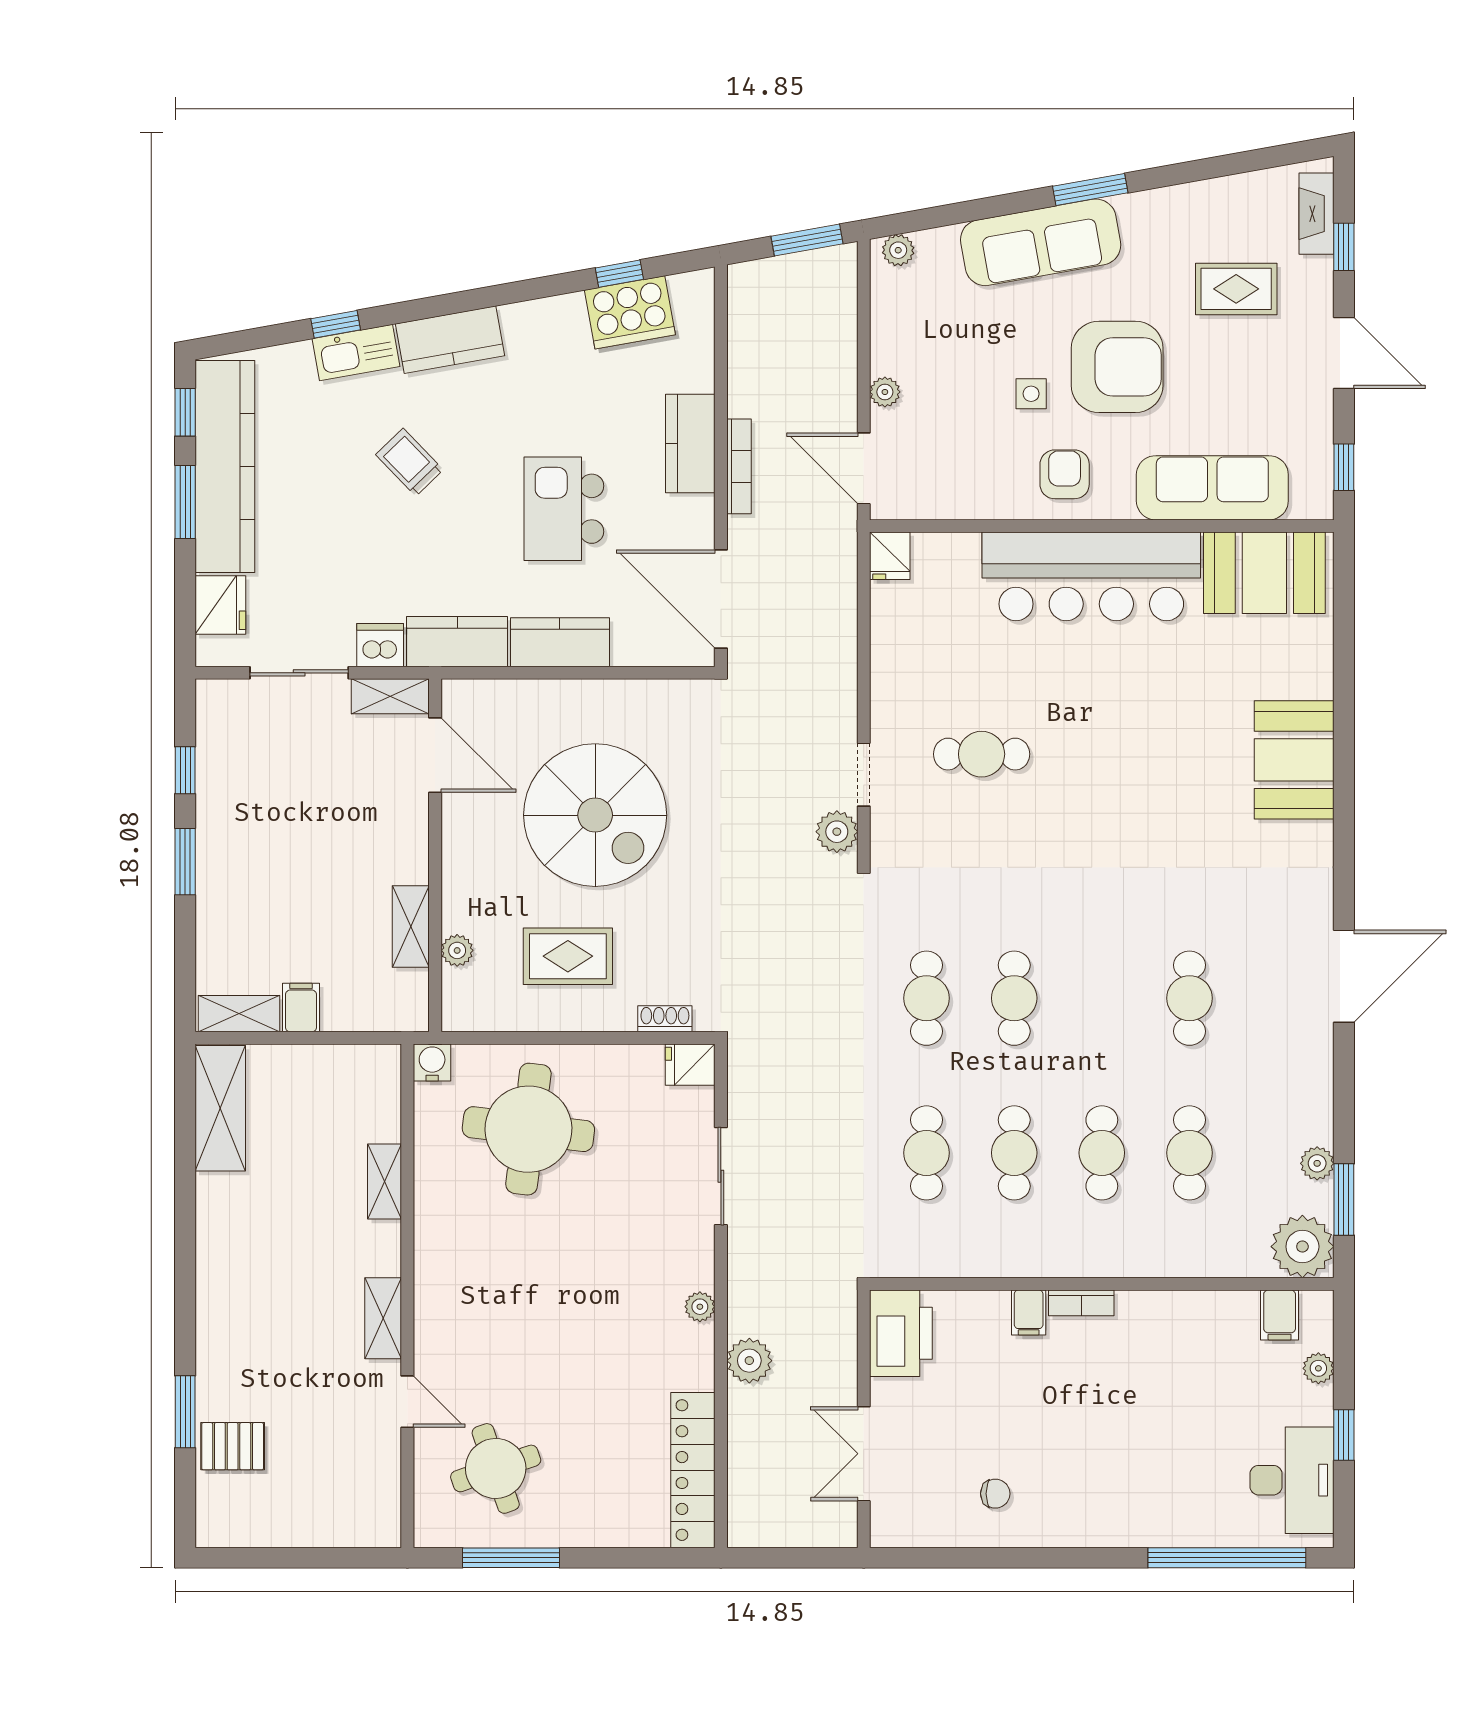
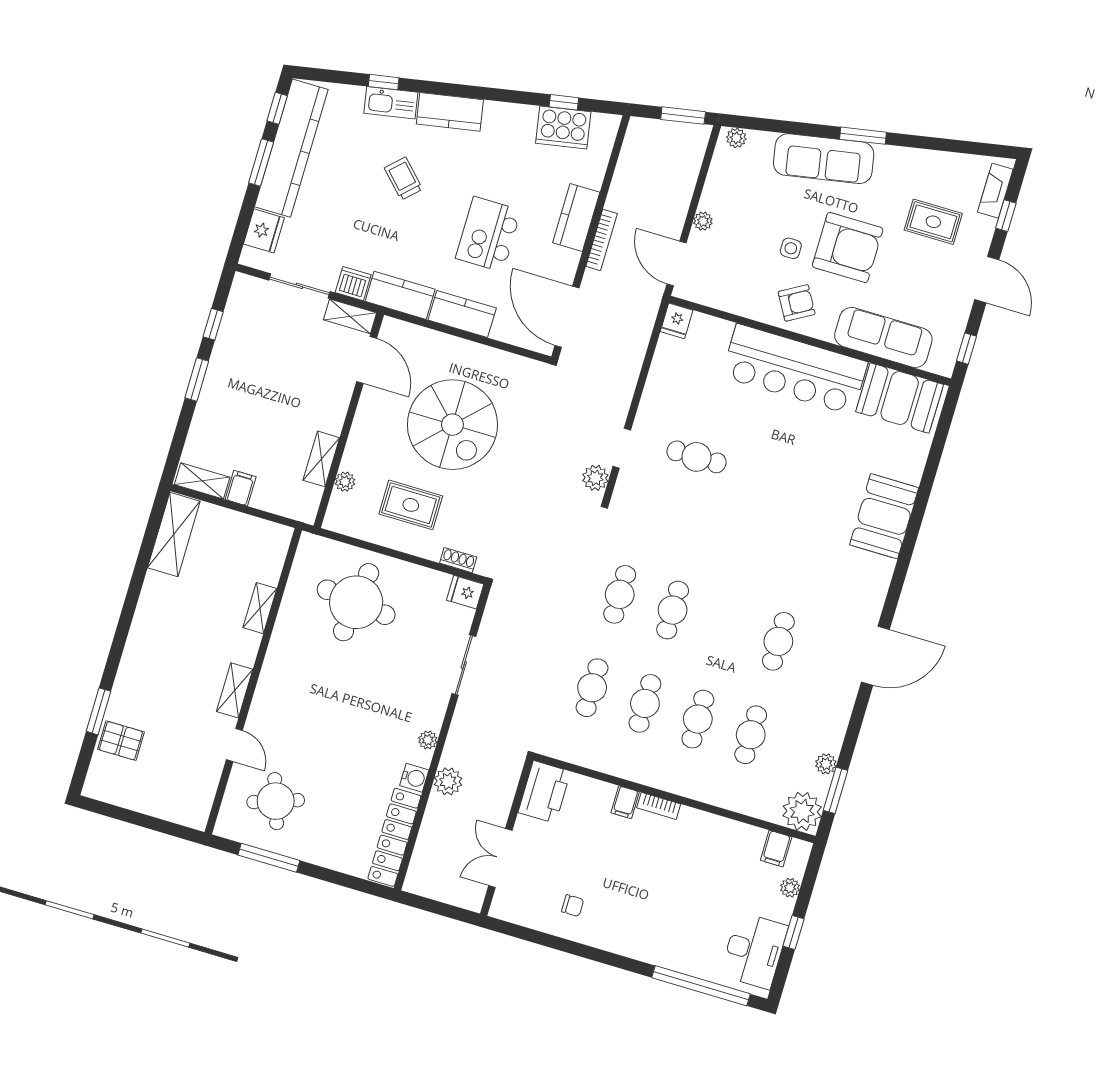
armchair: (1065, 474) -> (797, 303), turned 60
water cooler: (432, 1063) -> (414, 778), moved, turned 90

